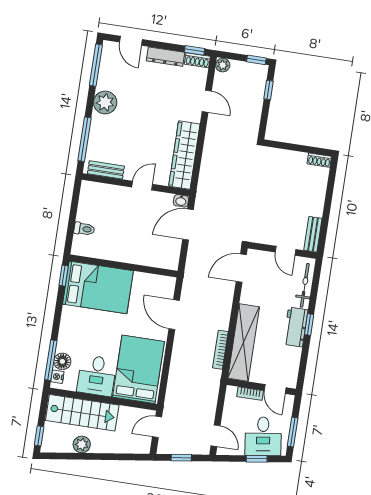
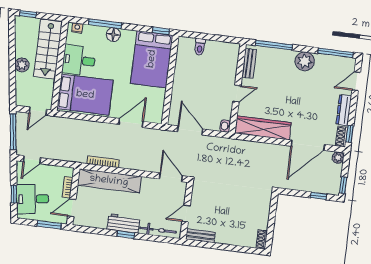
door: (207, 101) -> (308, 145), width x1.87
door: (142, 186) -> (237, 94), hinge flipped
door: (188, 225) -> (190, 130), moved
window: (51, 360) -> (105, 24), moved
floor lamp: (62, 361) -> (113, 35), moved
door: (157, 427) -> (38, 111), swing flipped
window: (293, 432) -> (49, 225), moved
plant: (82, 444) -> (22, 65), moved
window: (181, 458) -> (13, 132), width x2.17

